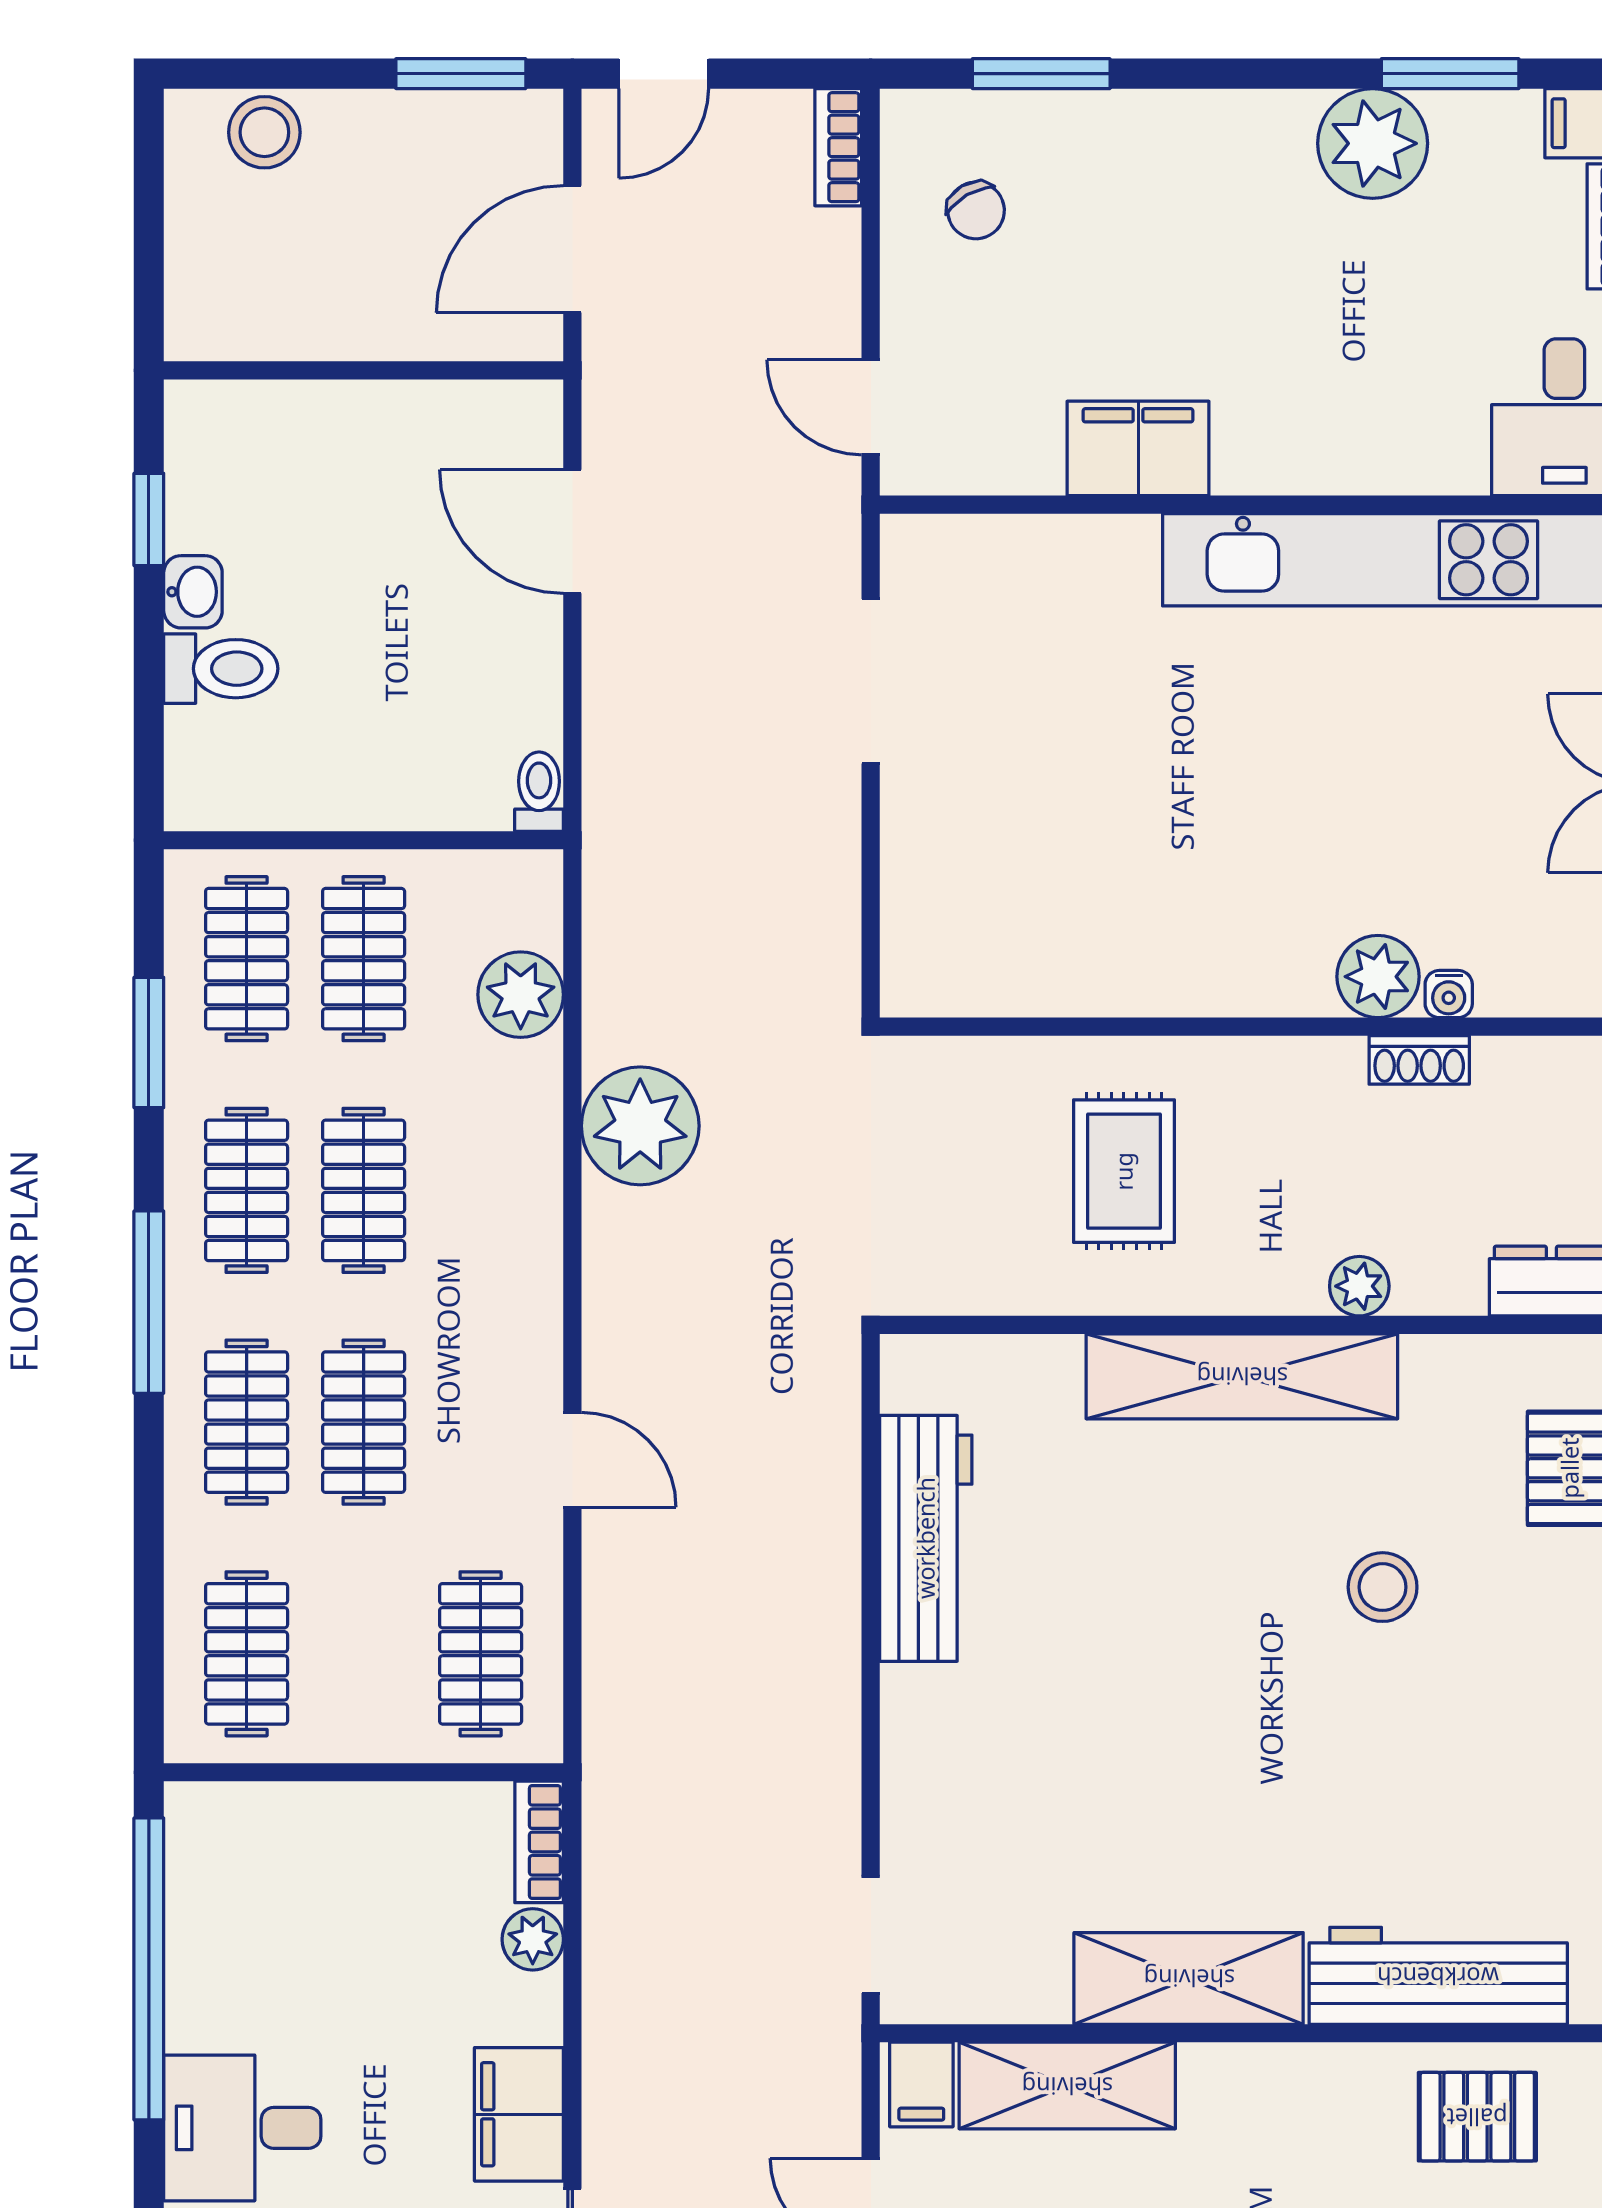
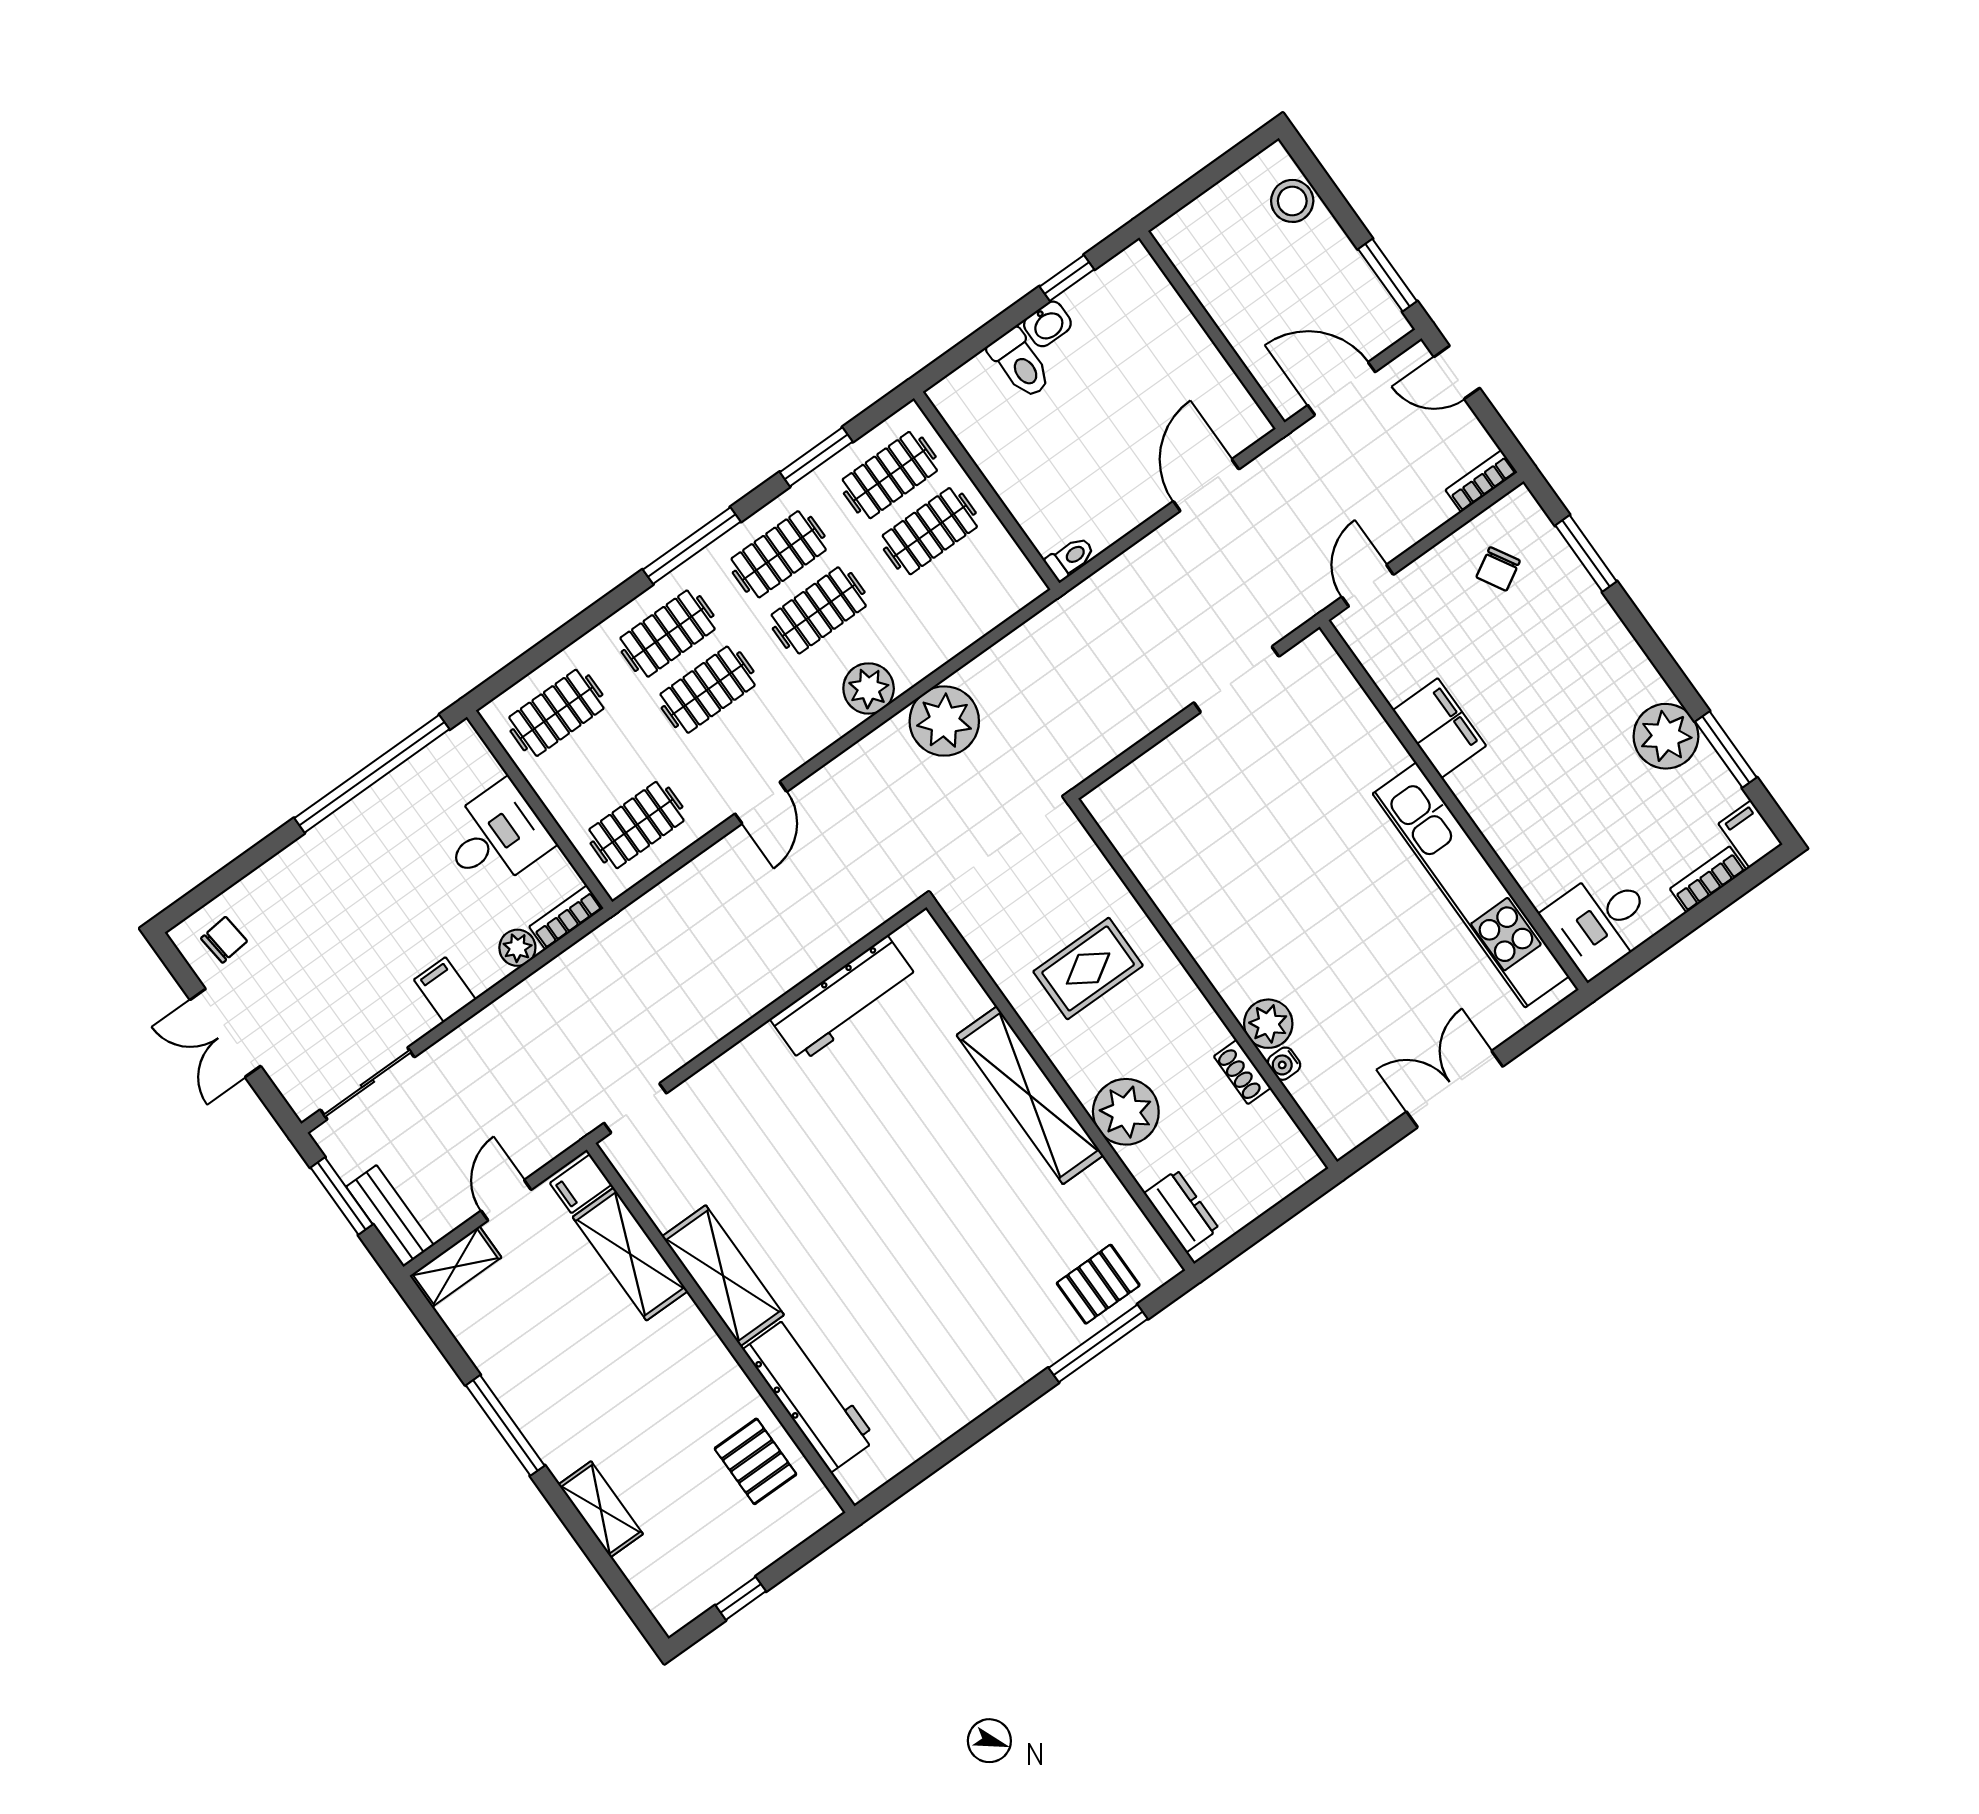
plant: (521, 995) -> (869, 688), moved
plant: (1359, 1286) -> (1126, 1112), width x1.88, depth x1.88
stool: (1383, 1587) -> (977, 1235), removed
filing cabinet: (519, 2114) -> (445, 990), width x0.50
desk: (242, 2128) -> (496, 837), moved, turned 90

